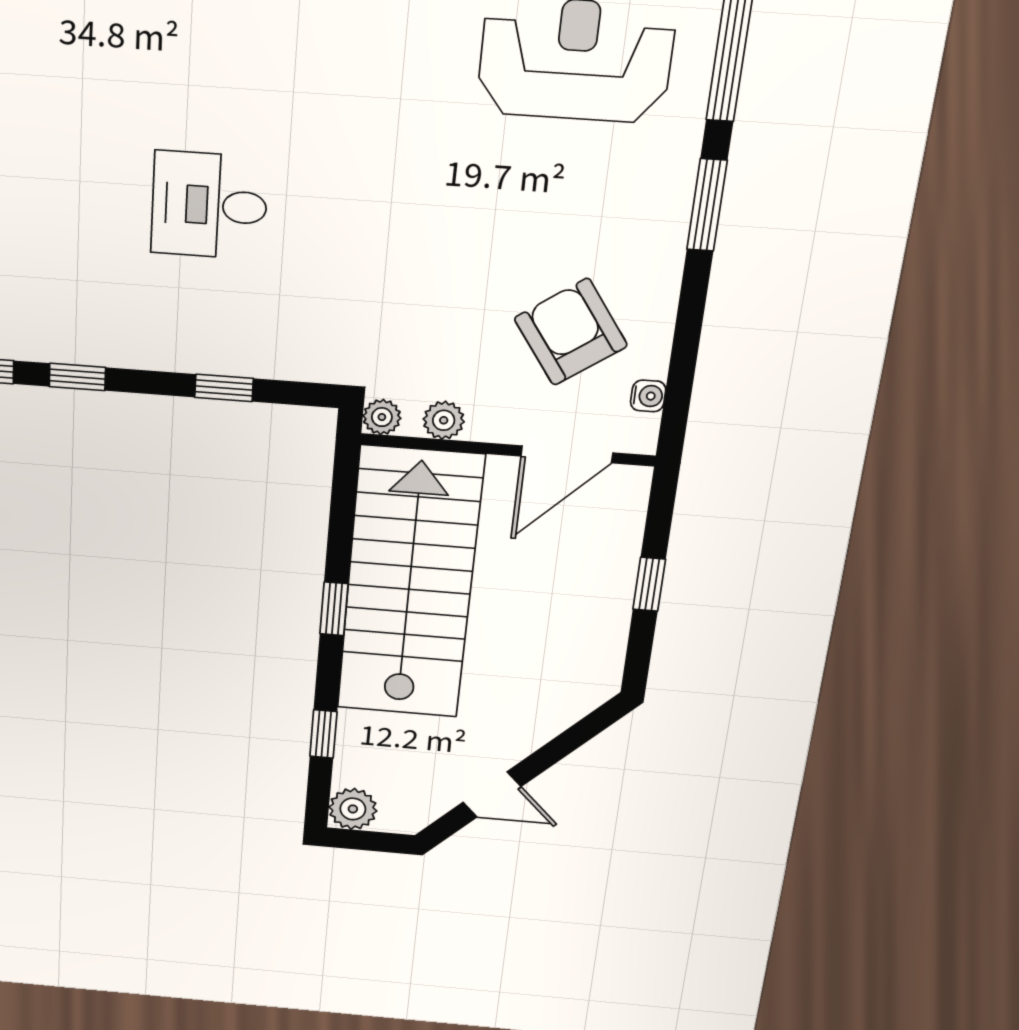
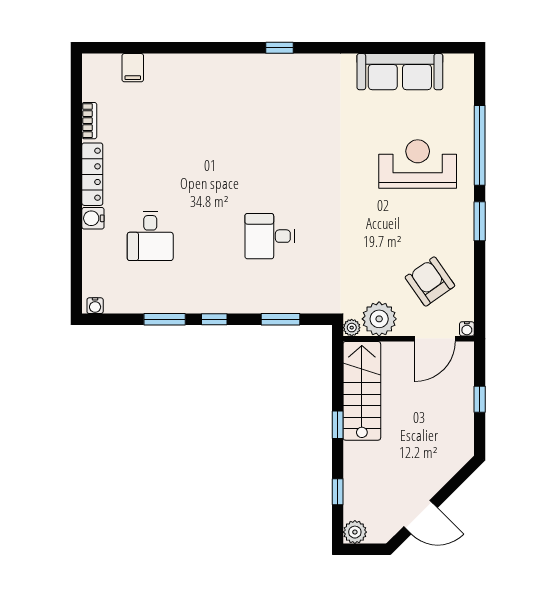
window: (224, 388) -> (280, 319), width x1.50
water cooler: (648, 396) -> (467, 329), moved, turned 90
plant: (444, 420) -> (379, 319), width x1.88, depth x1.88
stairs: (409, 584) -> (362, 391), width x0.73, depth x0.66
door: (492, 794) -> (421, 517), width x1.38

